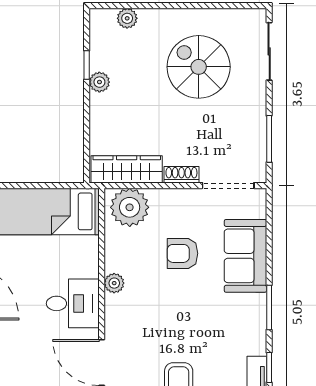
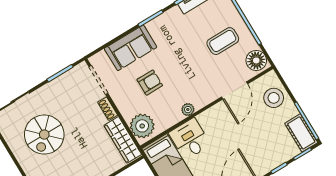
armchair: (182, 253) -> (150, 83), turned -90
desk: (73, 303) -> (190, 139), moved

